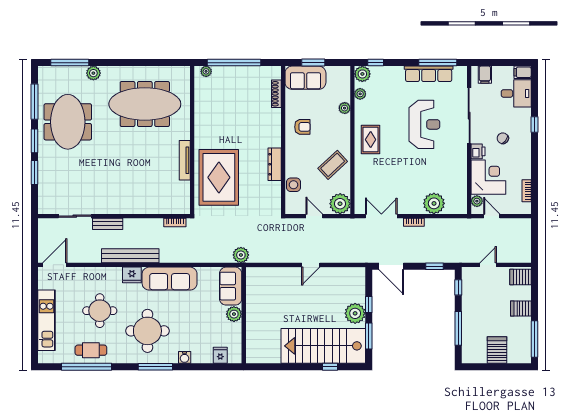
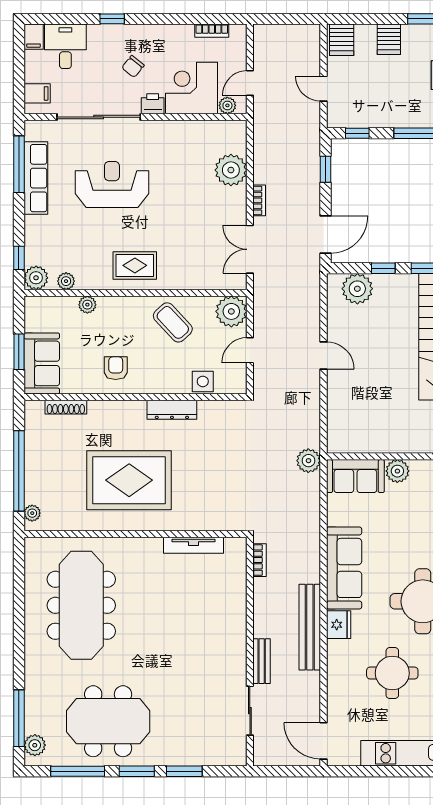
plant: (93, 73) -> (35, 745), moved
tv unit: (185, 160) -> (193, 545), moved
rug: (219, 177) -> (129, 480), moved
plant: (355, 313) -> (357, 289), moved

